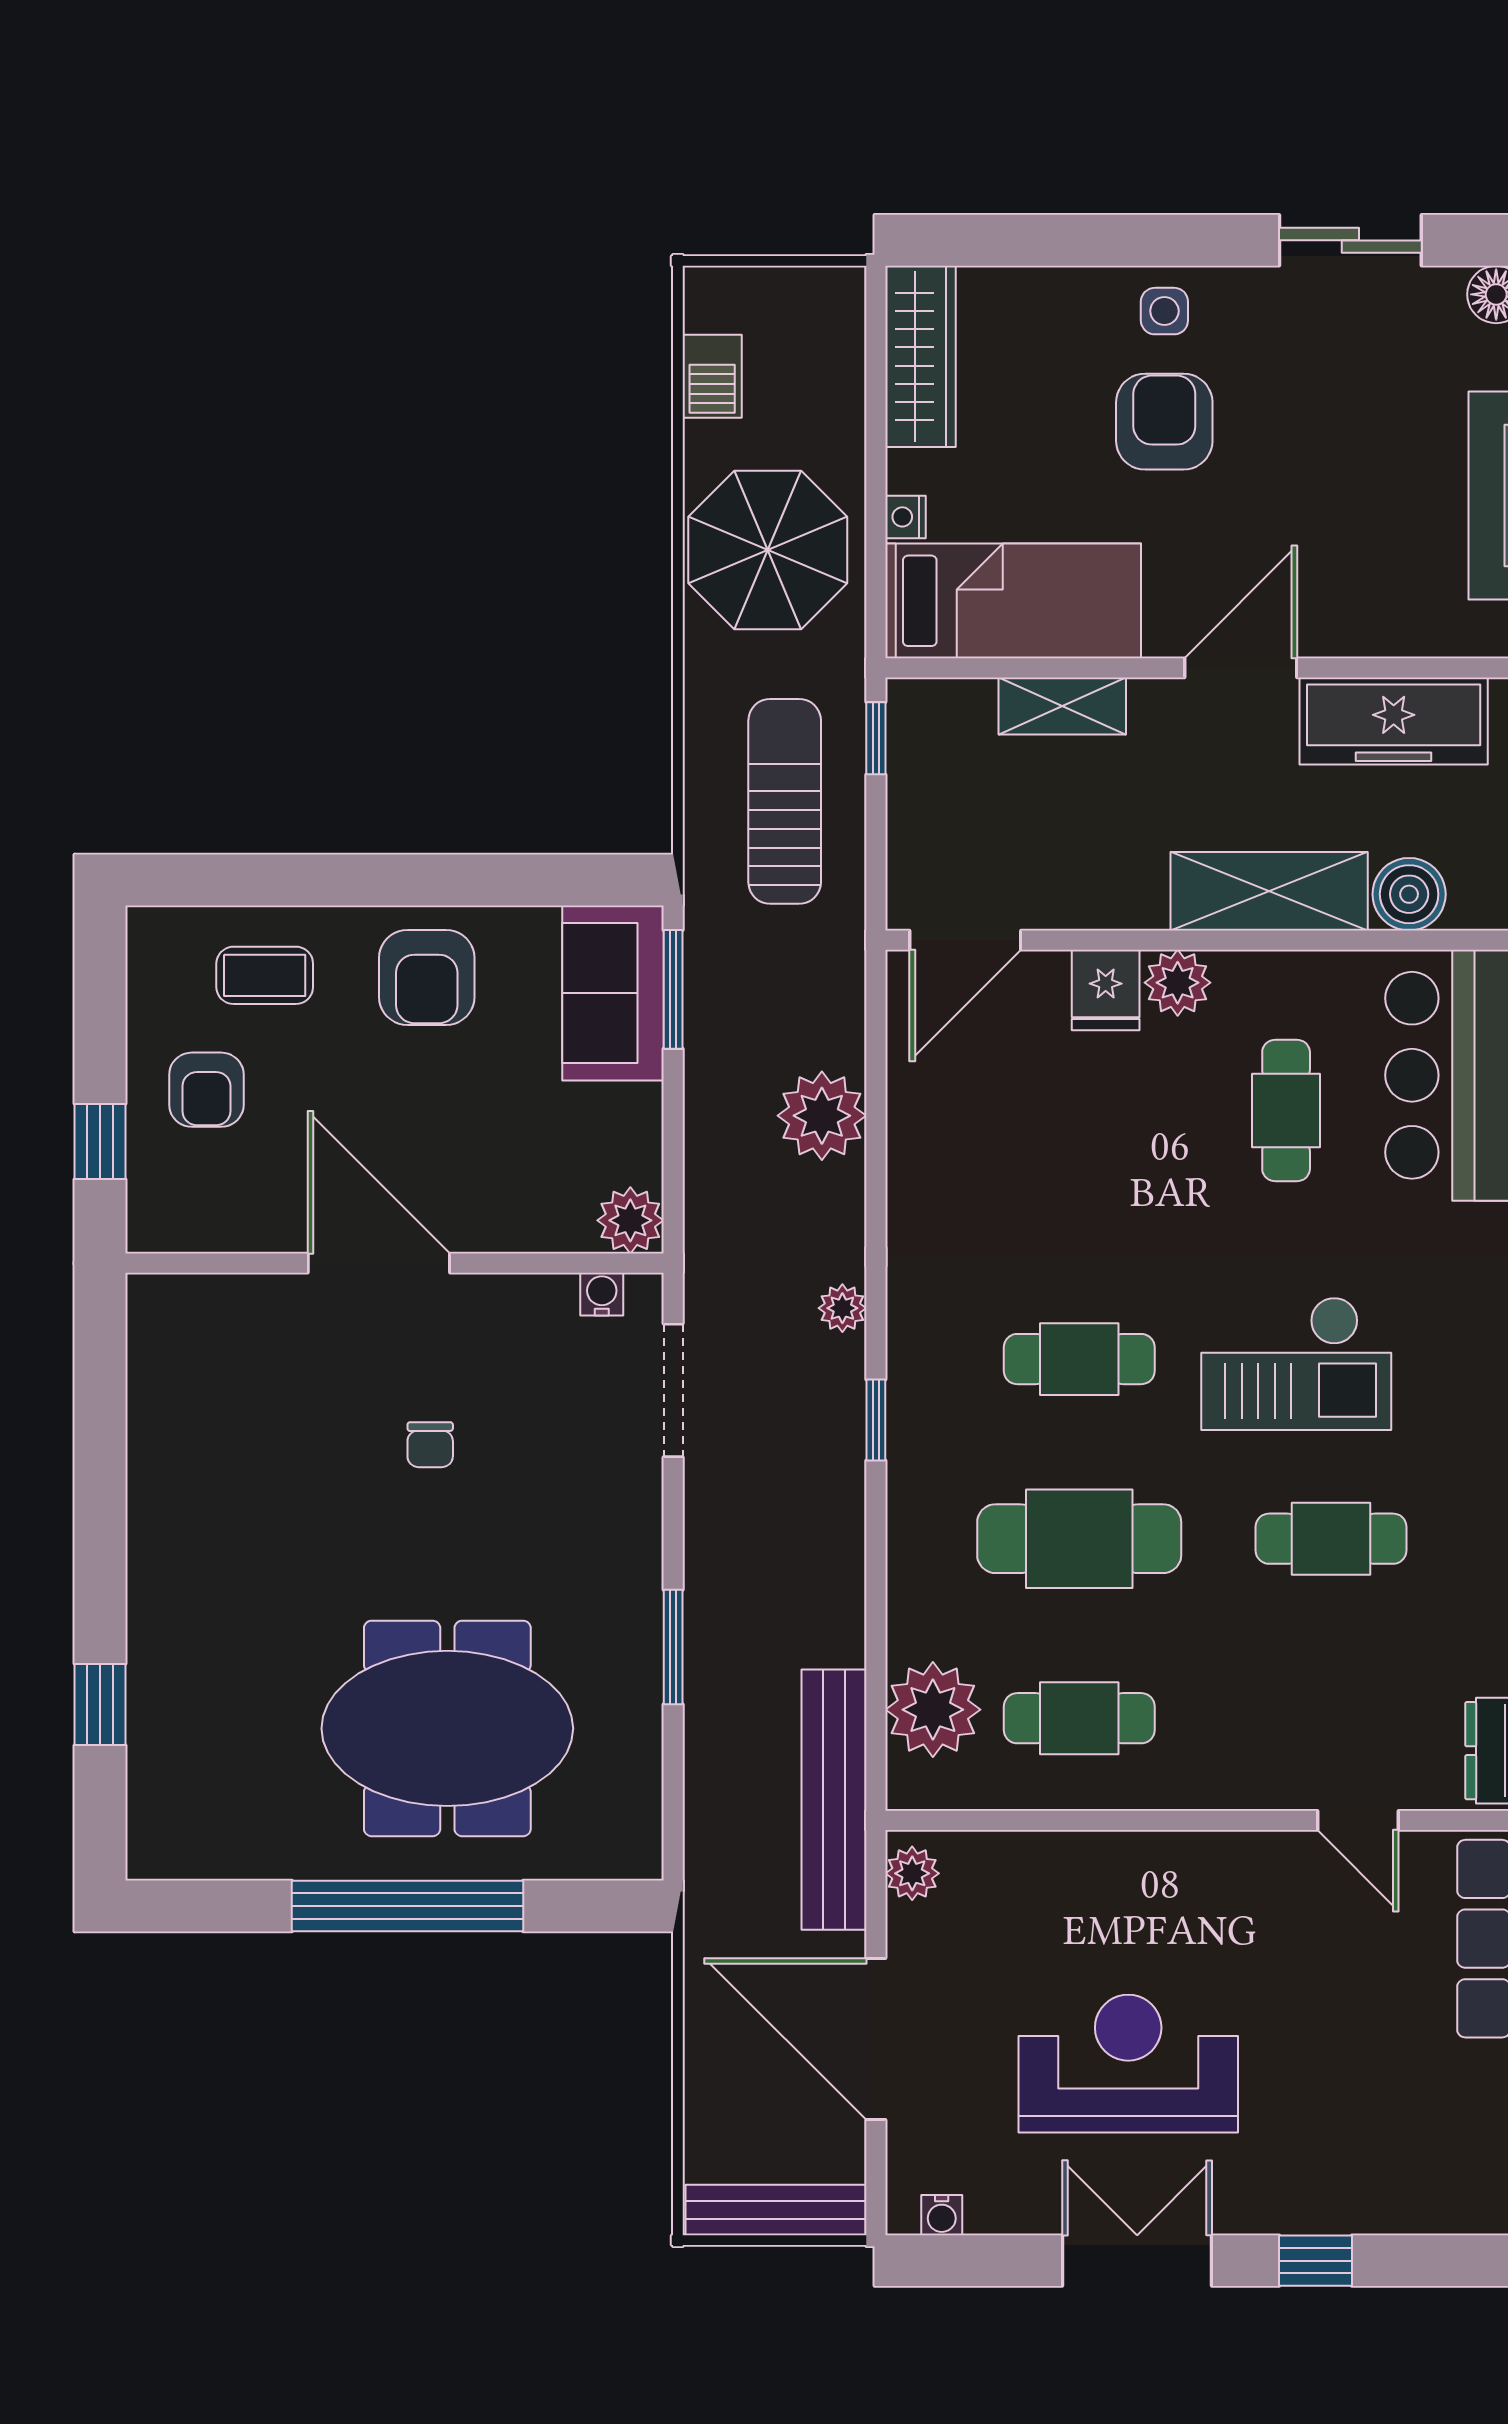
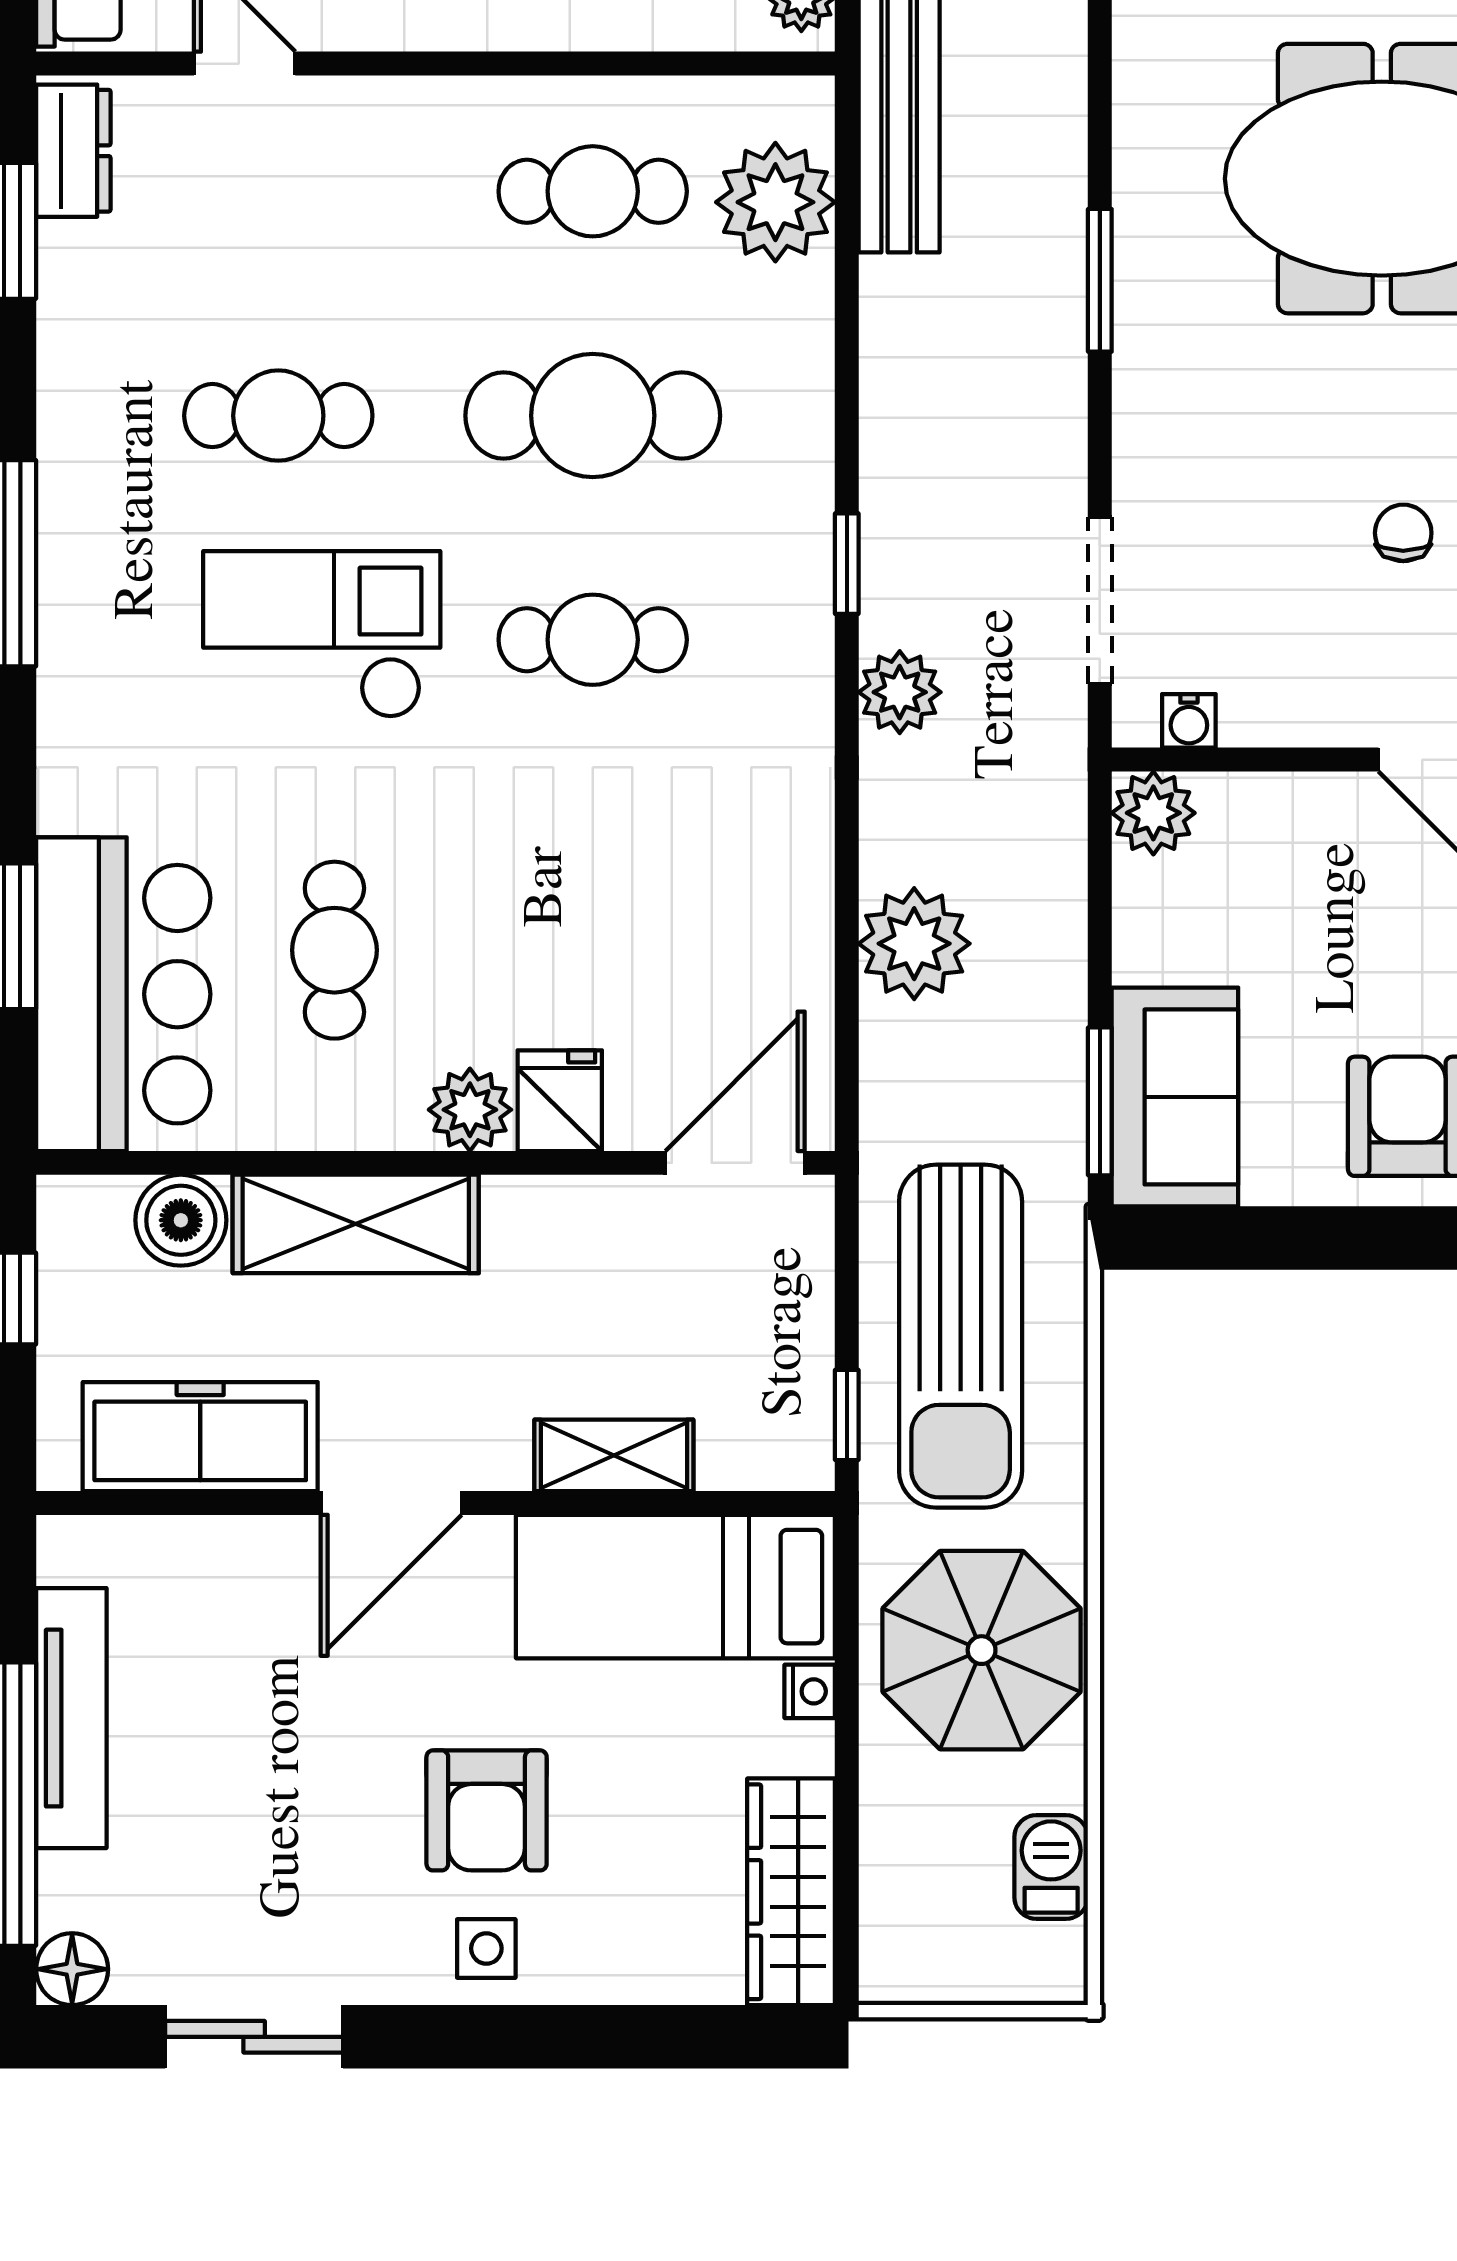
sun lounger: (785, 801) -> (961, 1336), width x1.36, depth x1.34
plant: (842, 1308) -> (900, 692), width x1.38, depth x1.38

